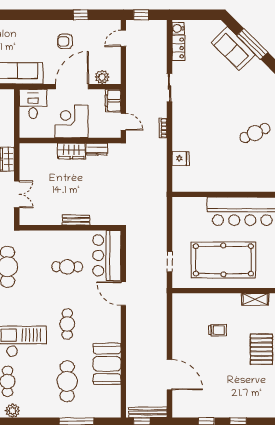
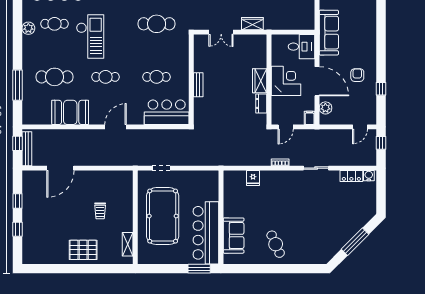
door: (123, 38) -> (360, 127), swing flipped
sofa: (233, 48) -> (234, 236), moved, turned 135
filing cabinet: (113, 101) -> (310, 118), width x0.50
cafe table: (67, 267) -> (157, 77), turned 90
door: (123, 294) -> (116, 127), moved

